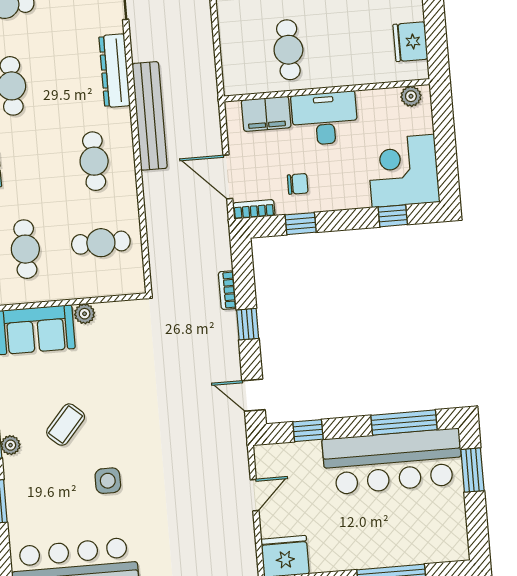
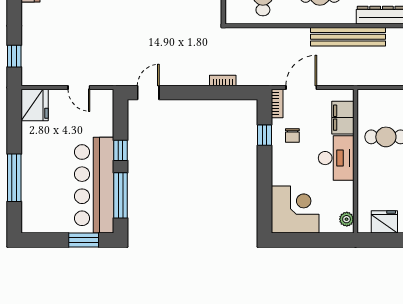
window: (393, 216) -> (265, 200), removed
window: (248, 324) -> (198, 93), removed
window: (308, 431) -> (121, 150), moved

